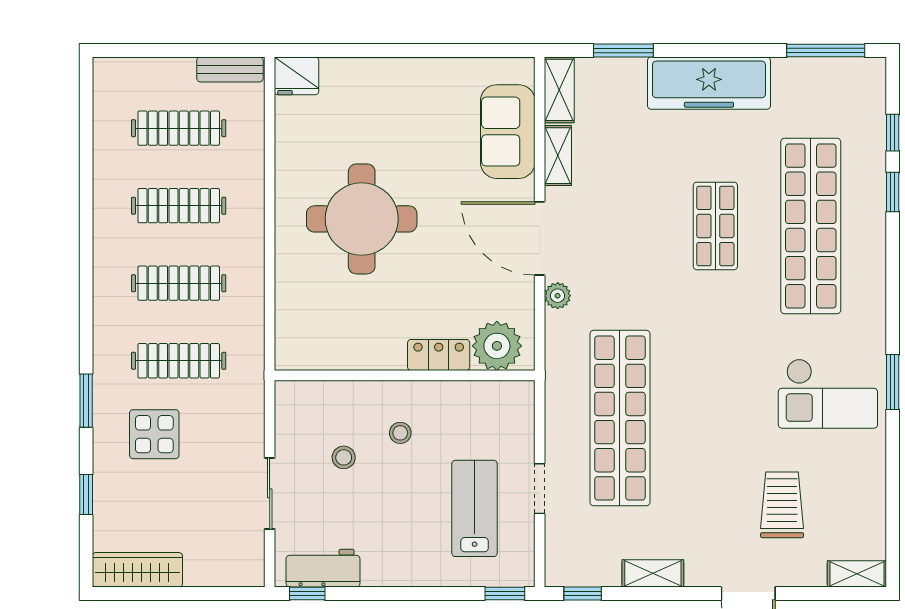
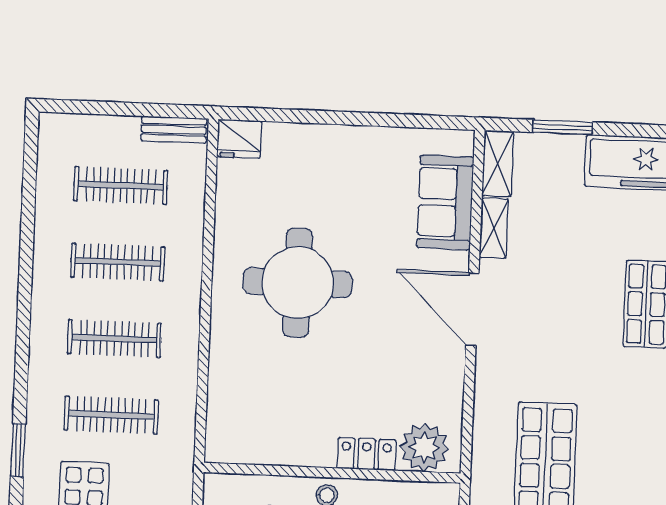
plant: (558, 296) -> (488, 366), removed
plant: (497, 346) -> (424, 448), moved
locker: (439, 355) -> (366, 454), moved
wall: (405, 375) -> (332, 473), moved

